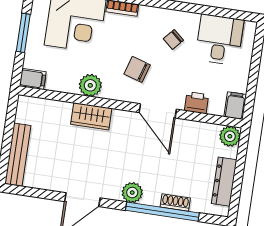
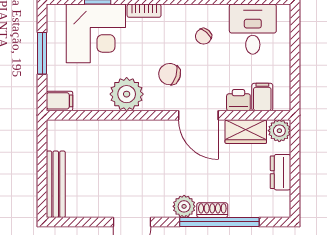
plant: (90, 85) -> (127, 94), width x1.36, depth x1.36
filing cabinet: (235, 106) -> (262, 97), moved
wardrobe: (91, 116) -> (246, 132), moved
dresser: (224, 182) -> (281, 172), width x0.70
shoe rack: (175, 202) -> (212, 210), moved

